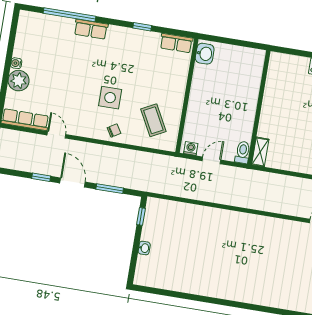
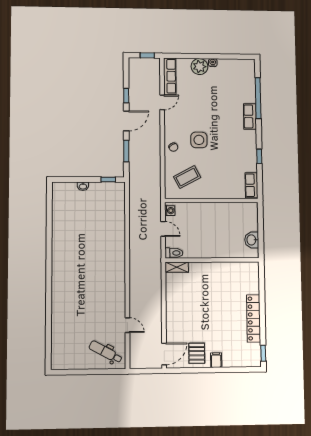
washbasin: (205, 54) -> (252, 240), moved, turned 90

